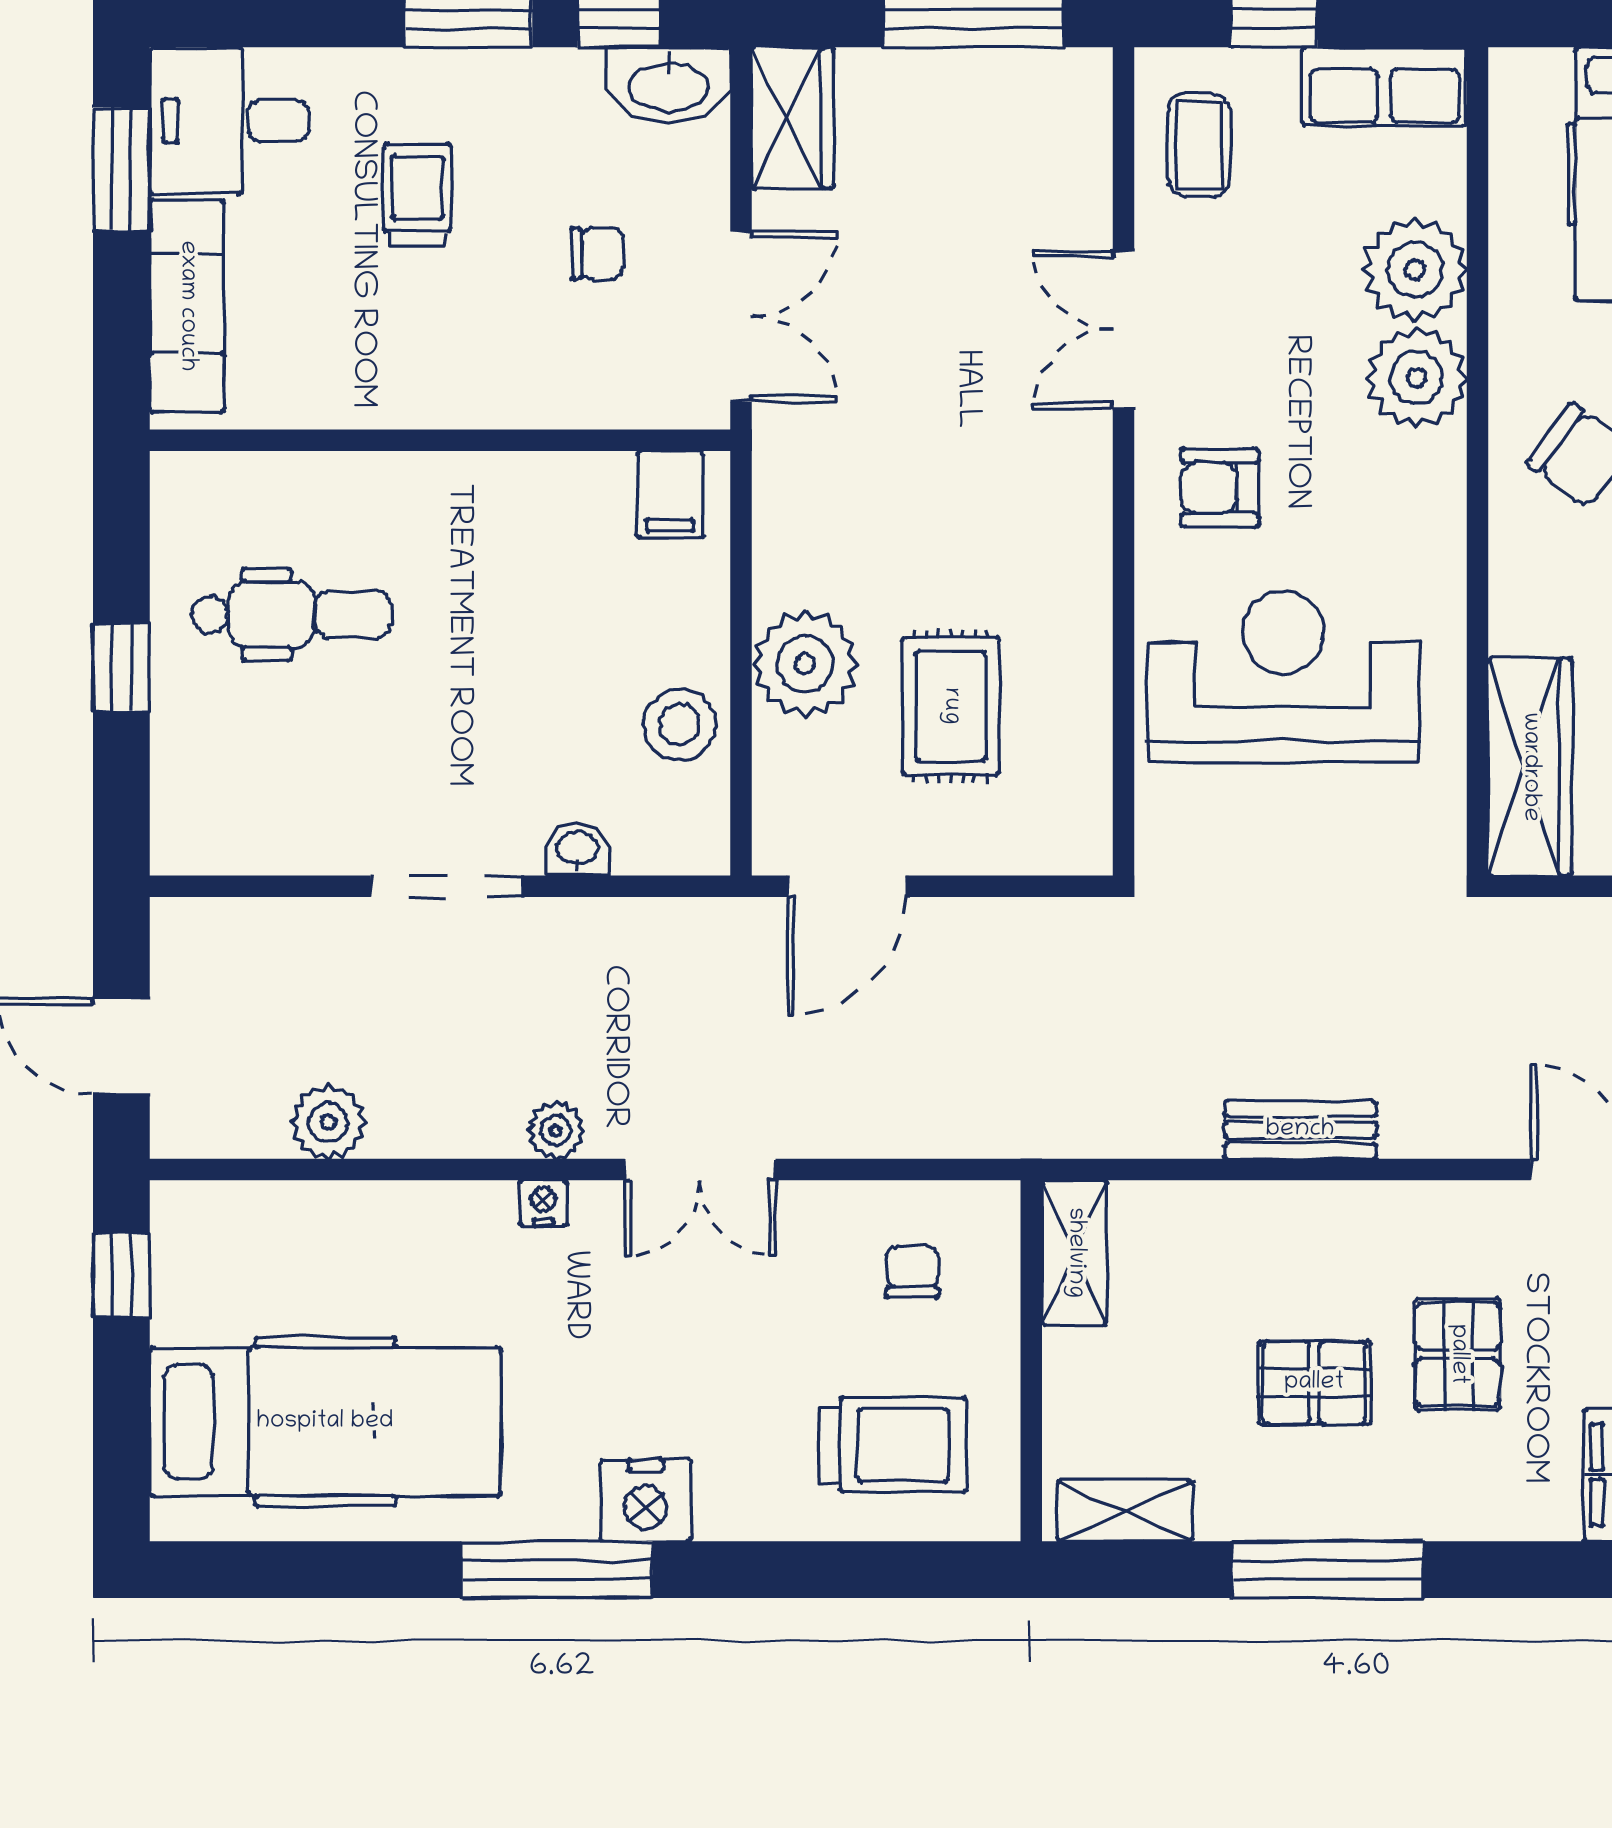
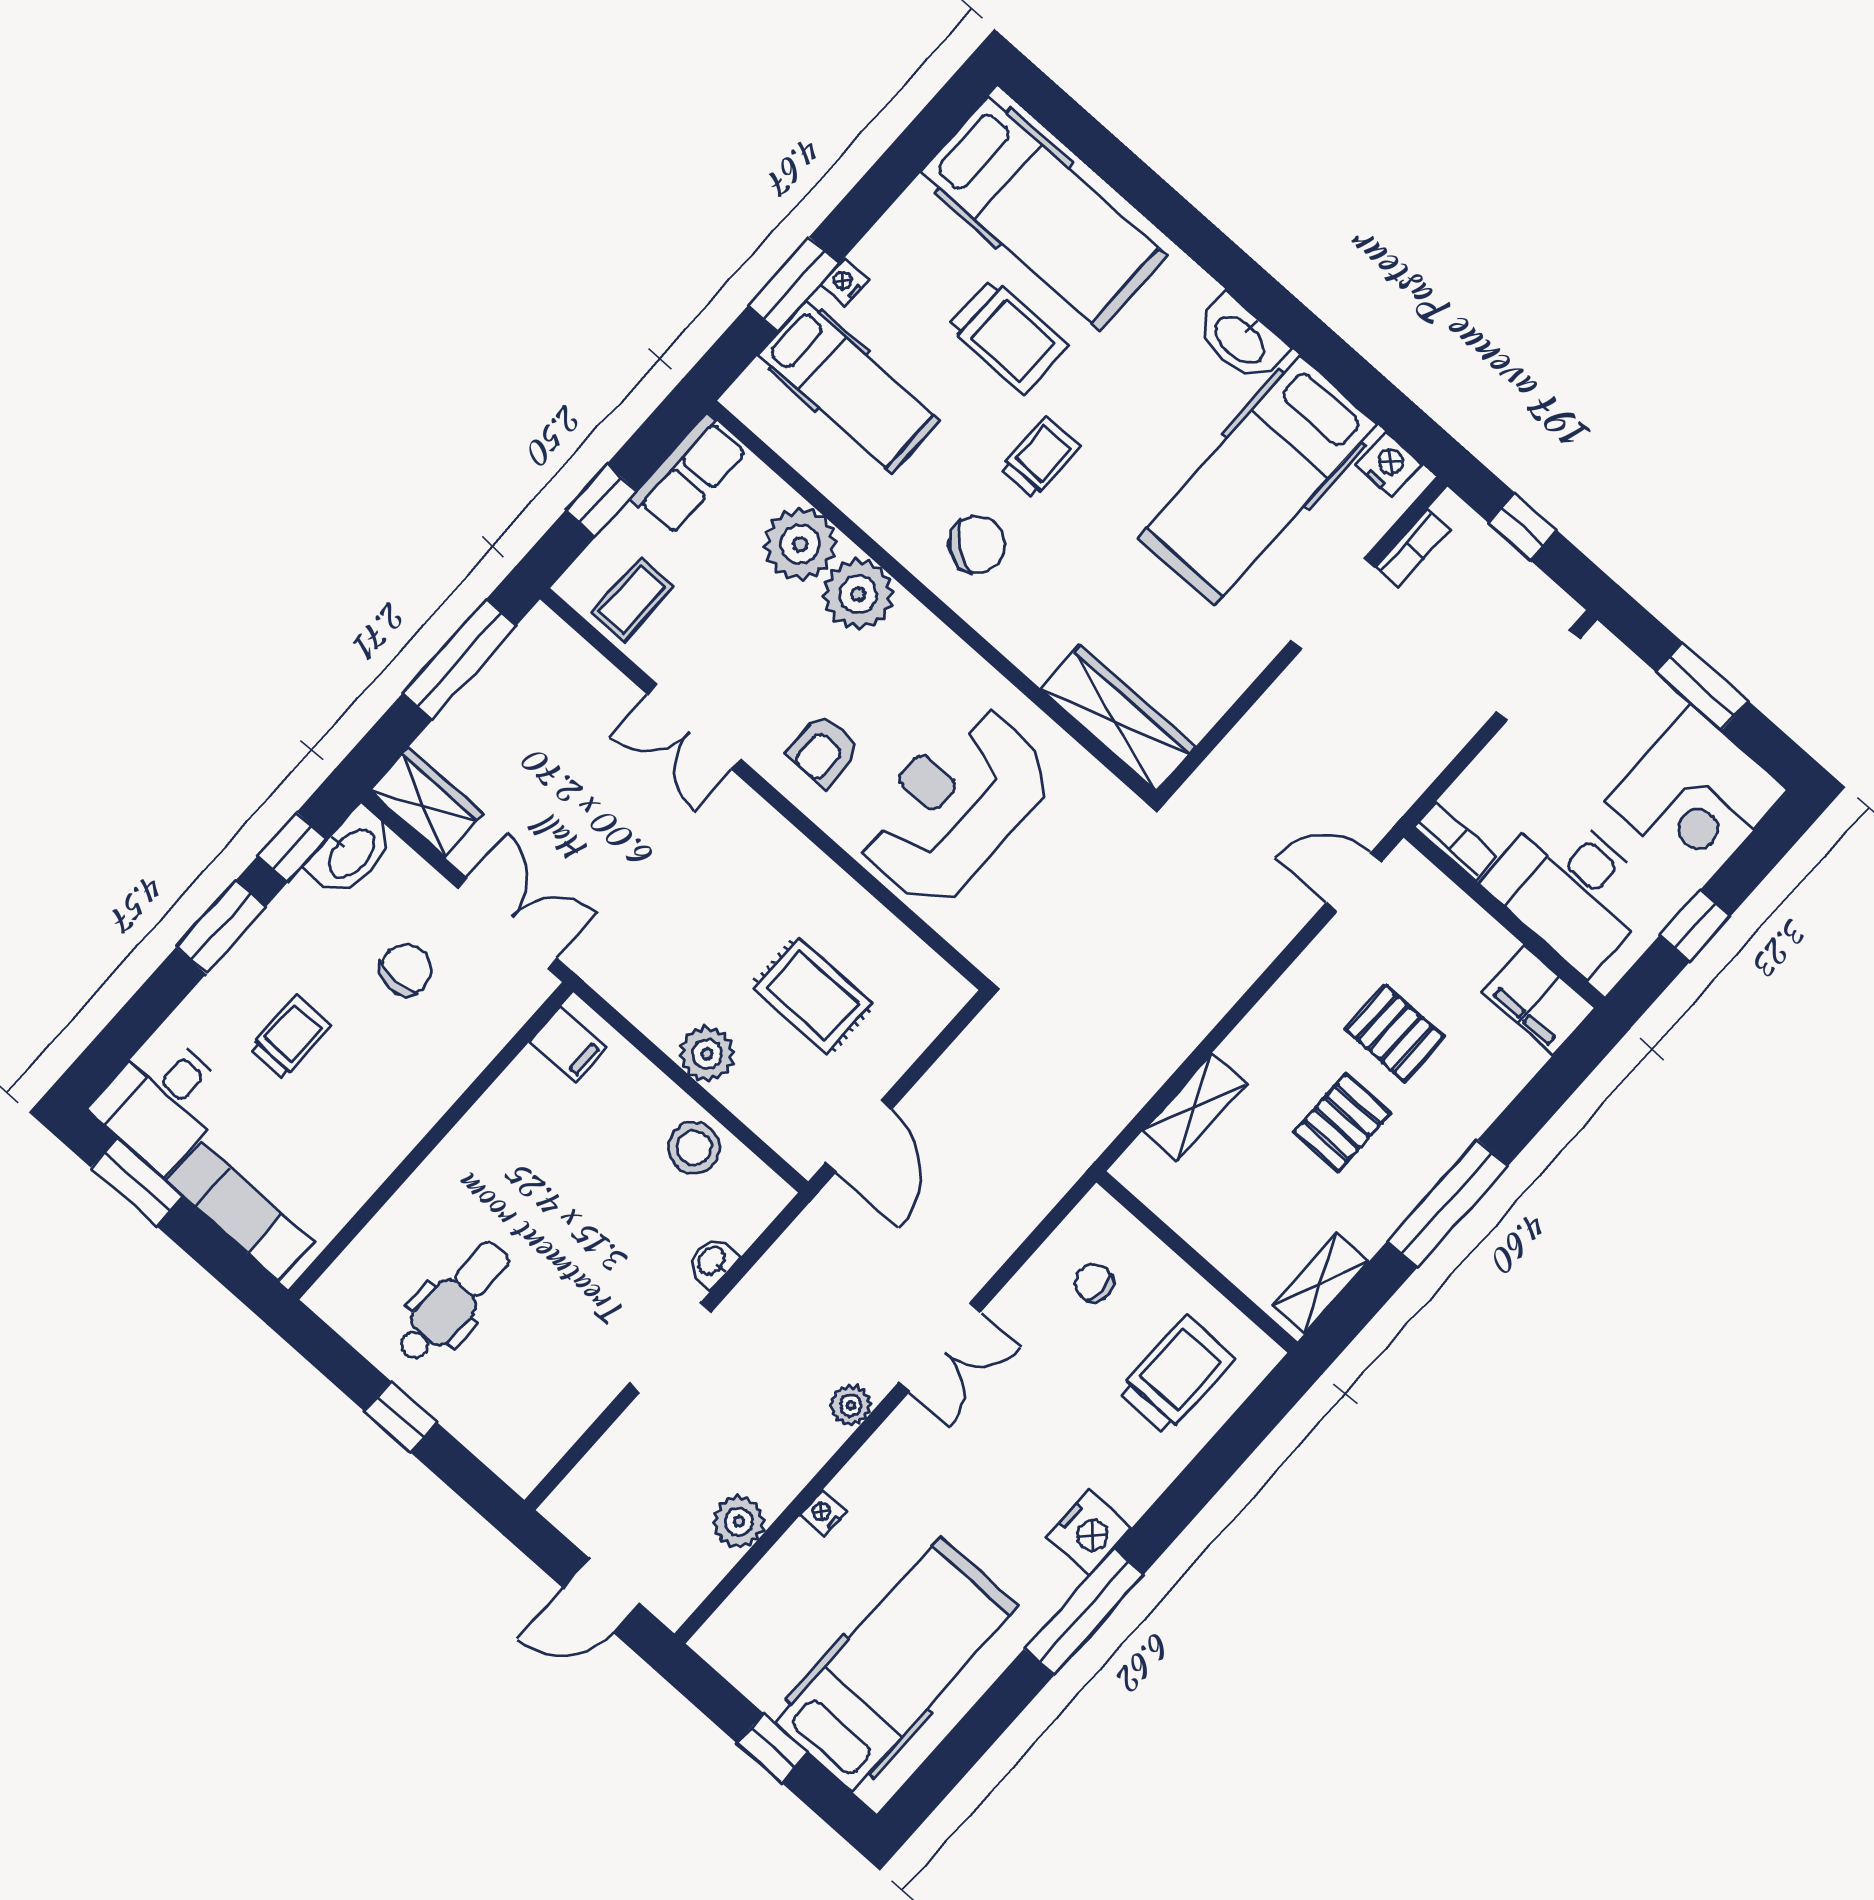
coffee table: (1199, 145) -> (632, 600), turned 90
trolley: (418, 195) -> (290, 1037), turned 90
chair: (597, 254) -> (406, 970), width x1.37, depth x1.37
plant: (805, 664) -> (707, 1054), width x0.73, depth x0.73
bench: (1300, 1130) -> (1202, 1011), removed
nightstand: (543, 1203) -> (823, 1513), moved
shelving: (1075, 1253) -> (1195, 1107), moved, turned 90
window: (121, 1275) -> (772, 1748), moved

